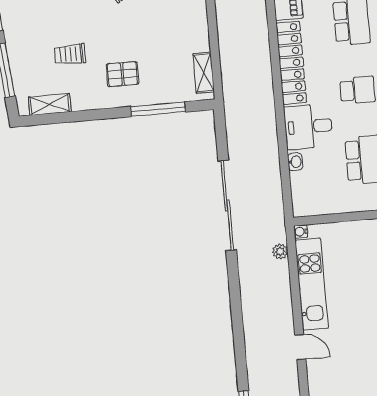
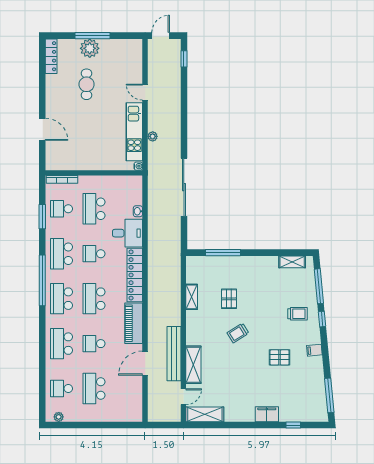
trolley: (70, 54) -> (298, 314), moved
shelving: (204, 73) -> (192, 297), moved
pallet: (122, 74) -> (229, 299), moved, turned 90
plant: (280, 251) -> (153, 136), moved

